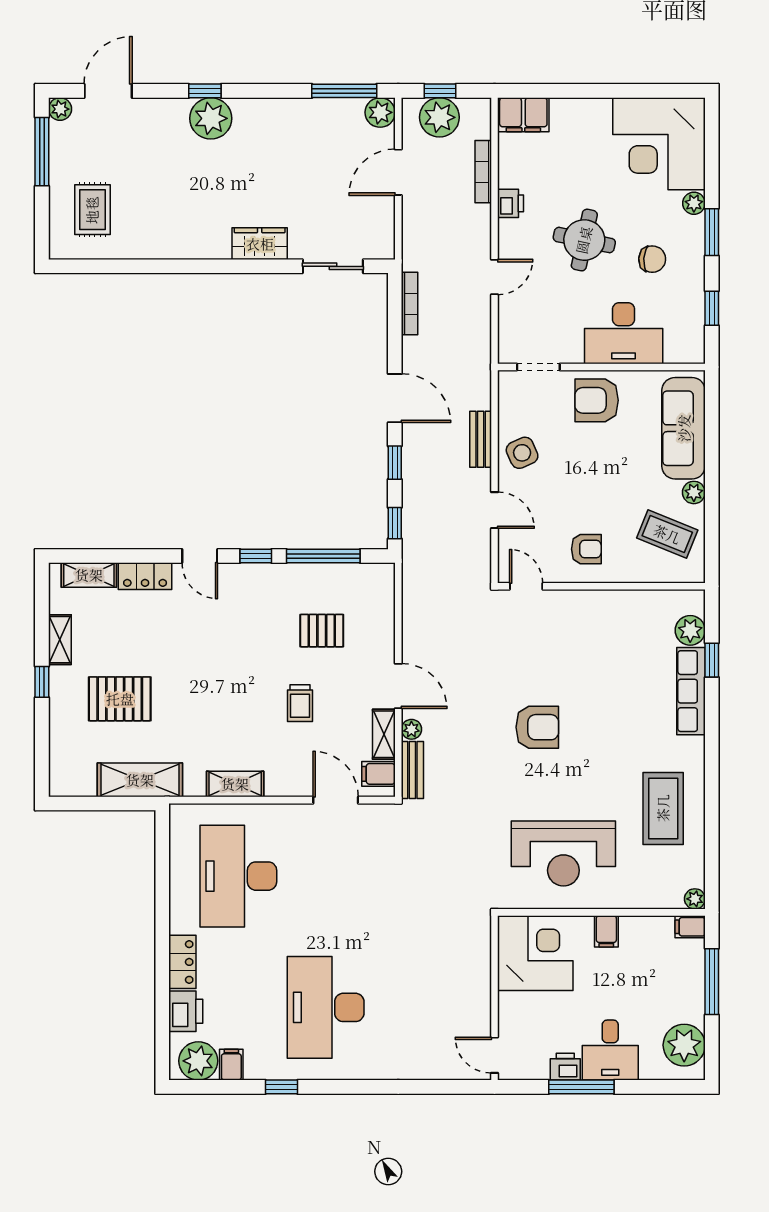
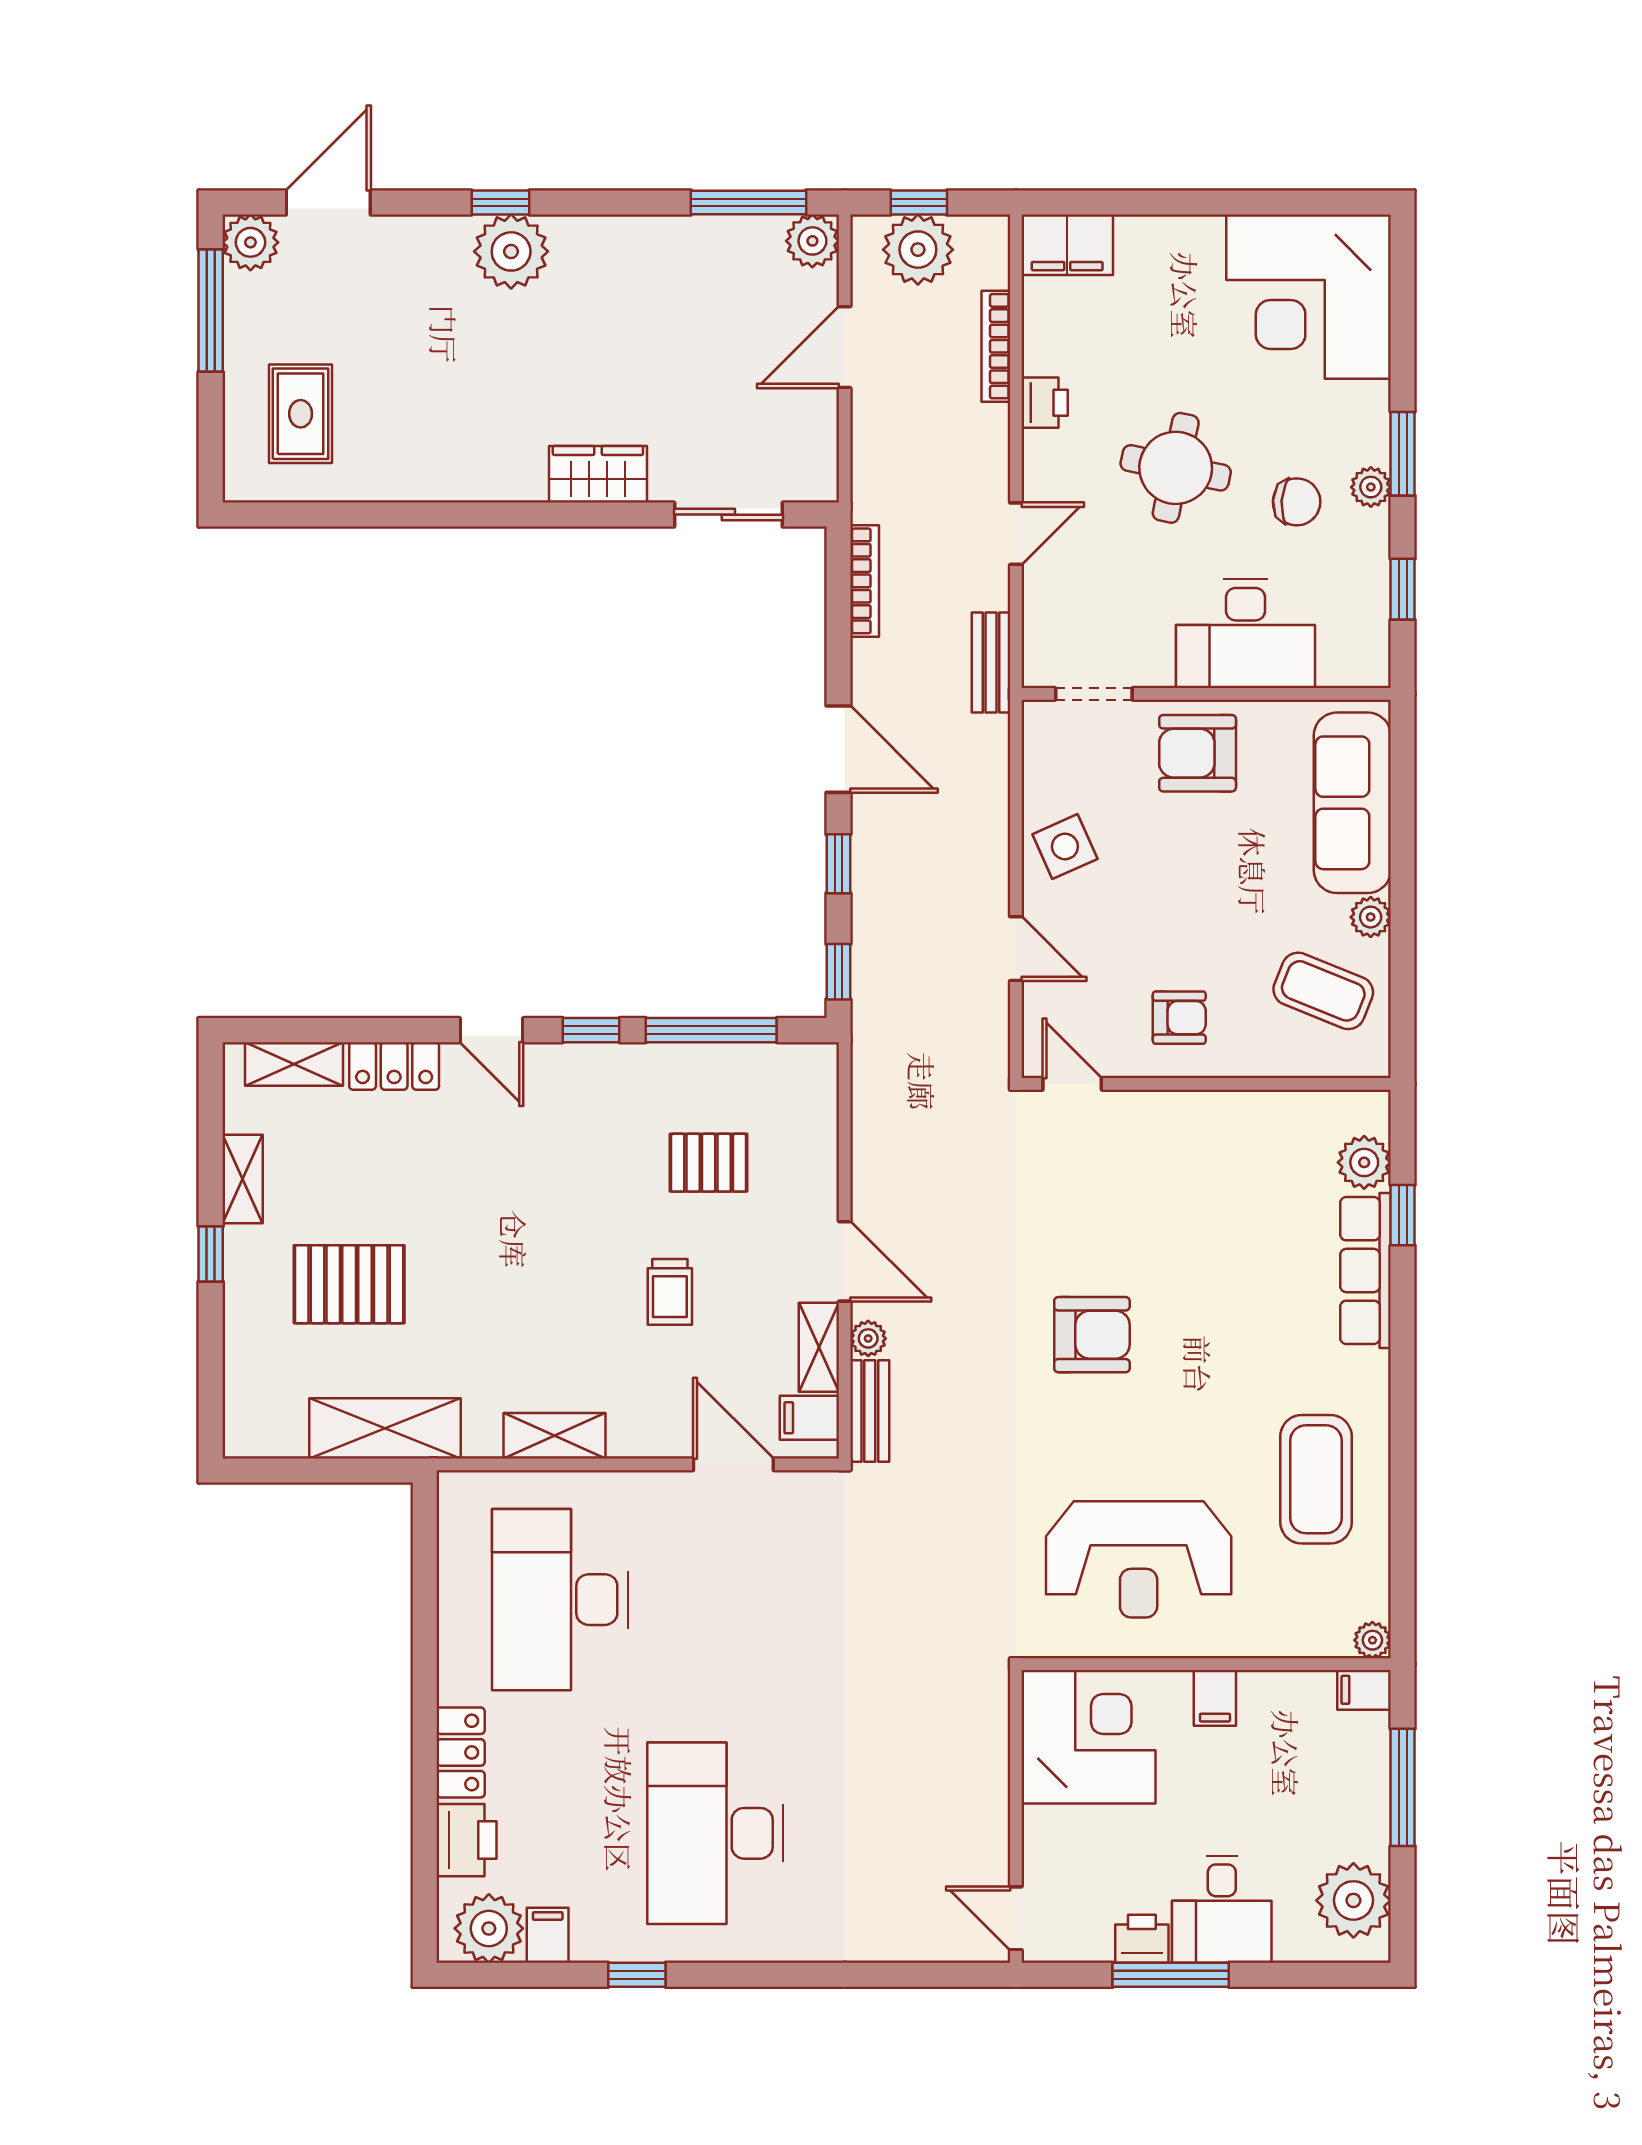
plant: (60, 109) -> (250, 242), width x1.38, depth x1.38
plant: (694, 203) -> (1371, 487), moved
bench: (481, 439) -> (991, 663), moved

